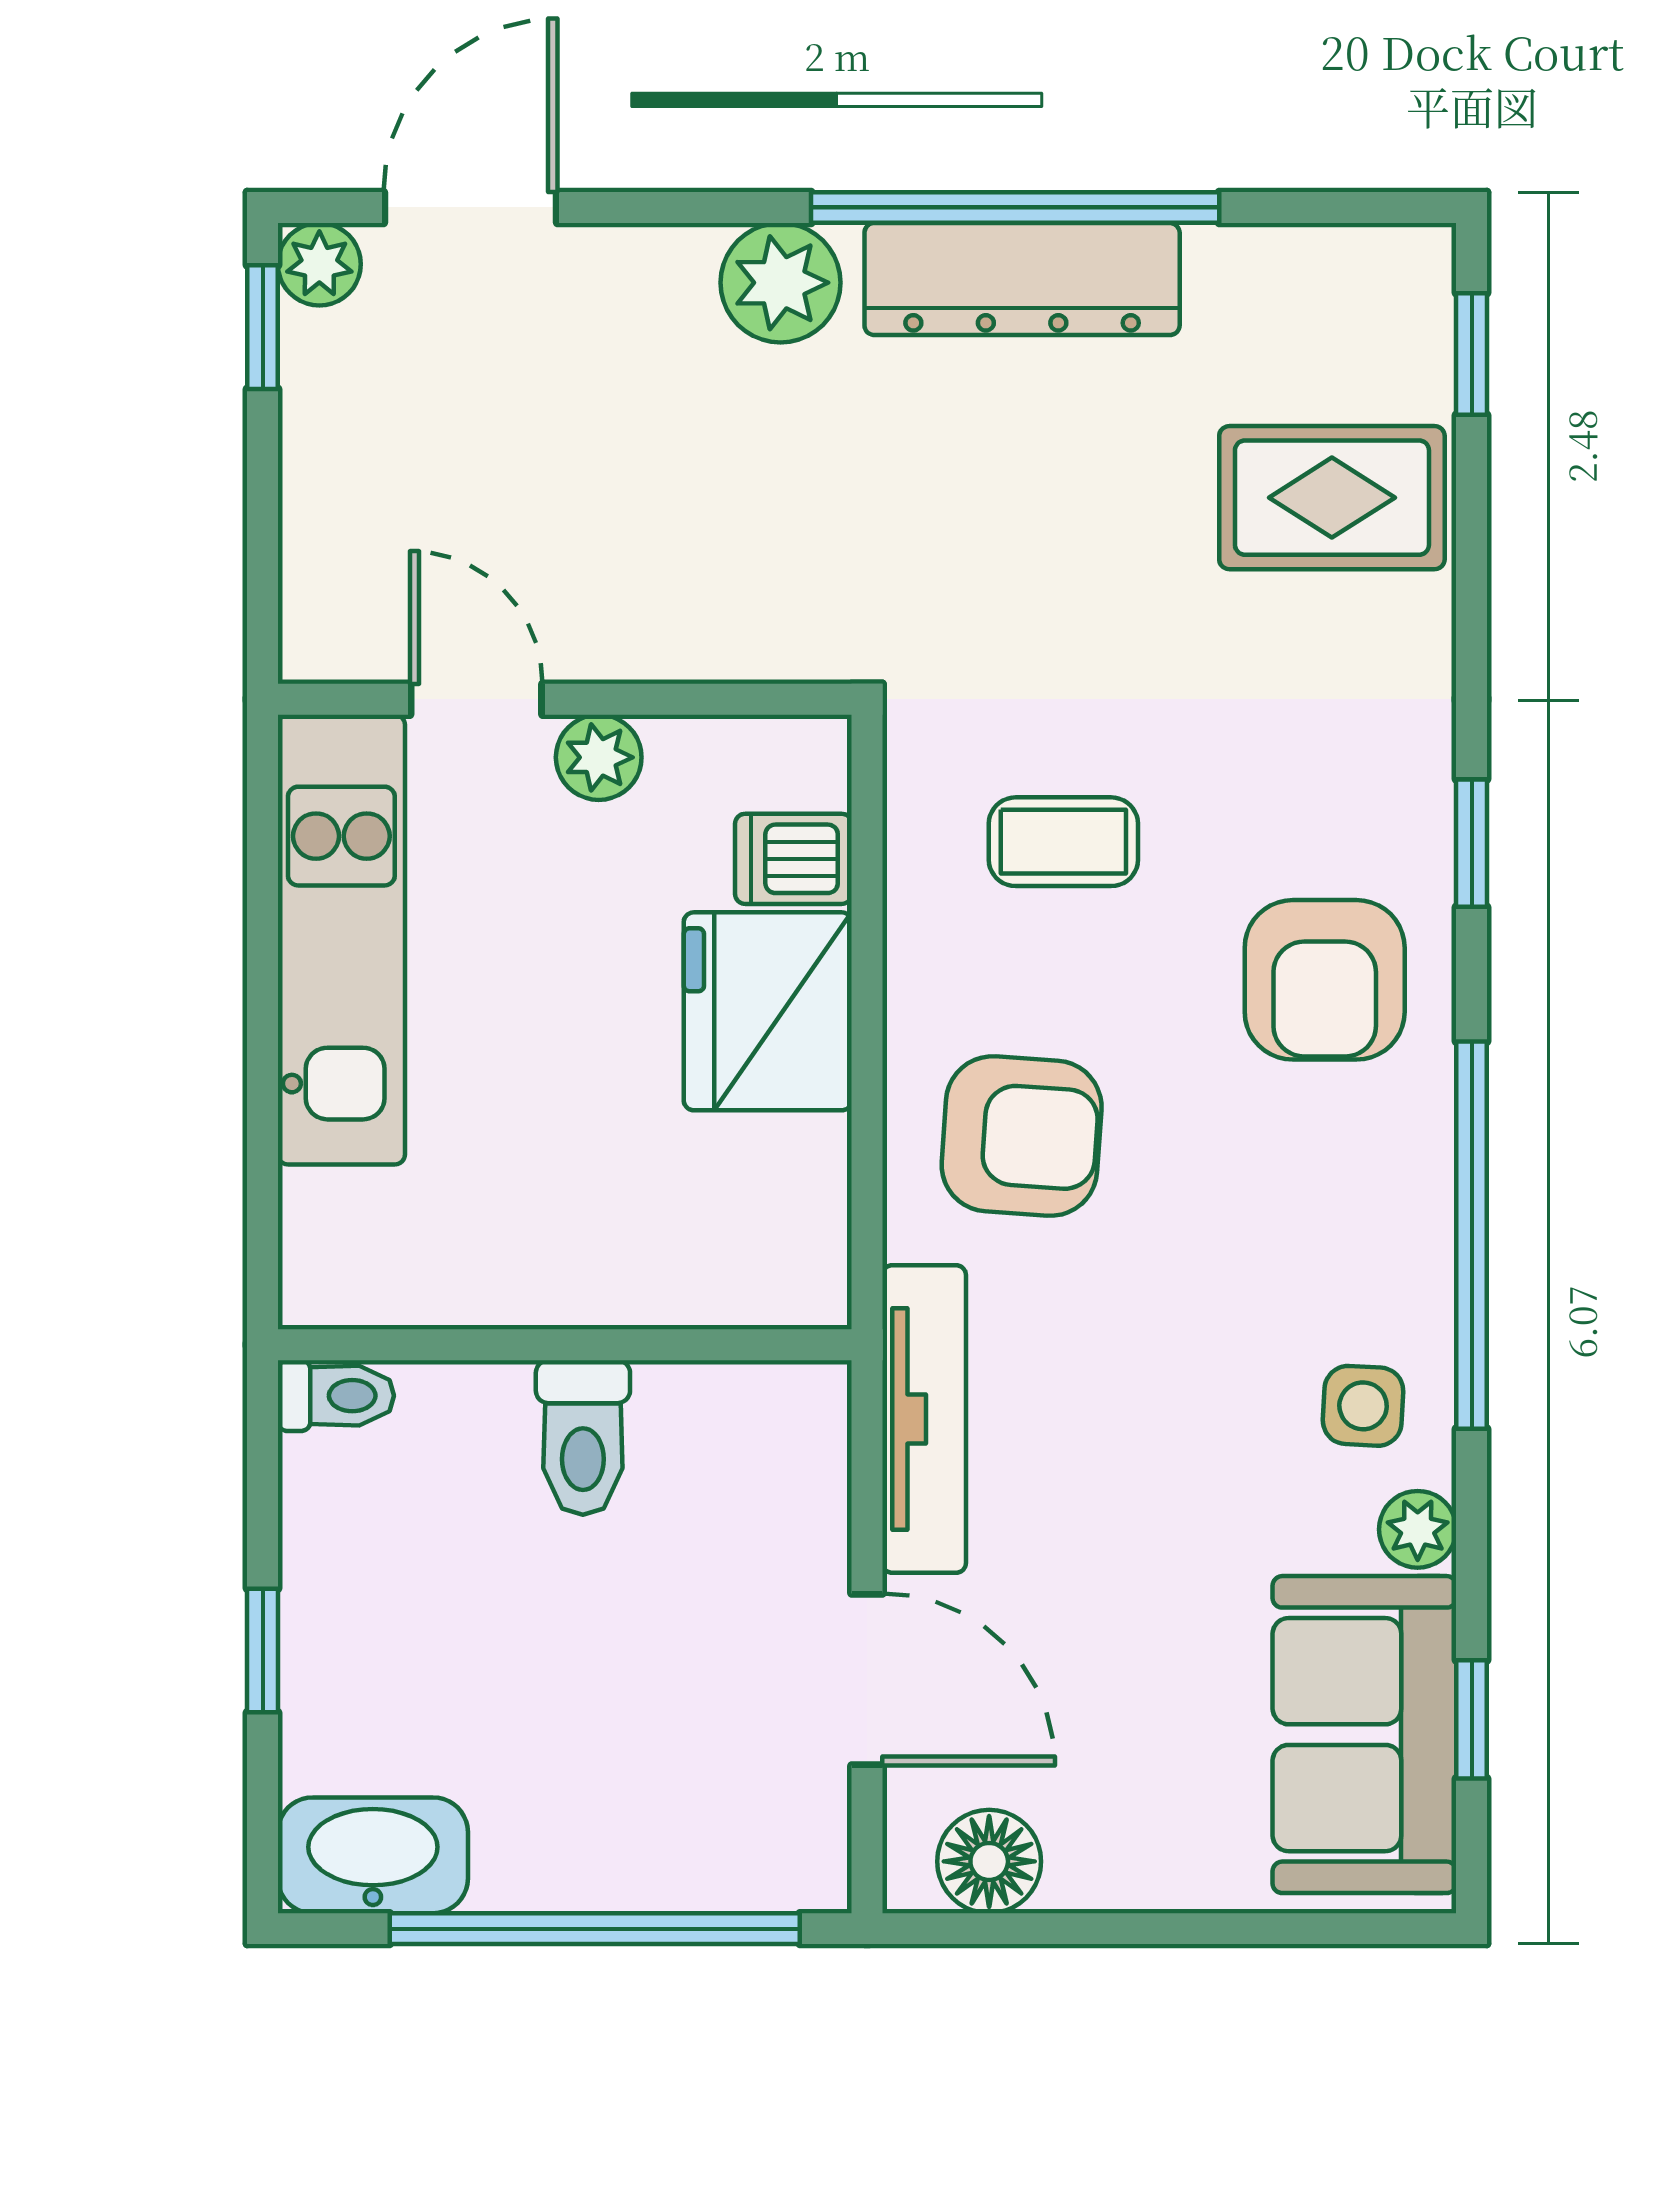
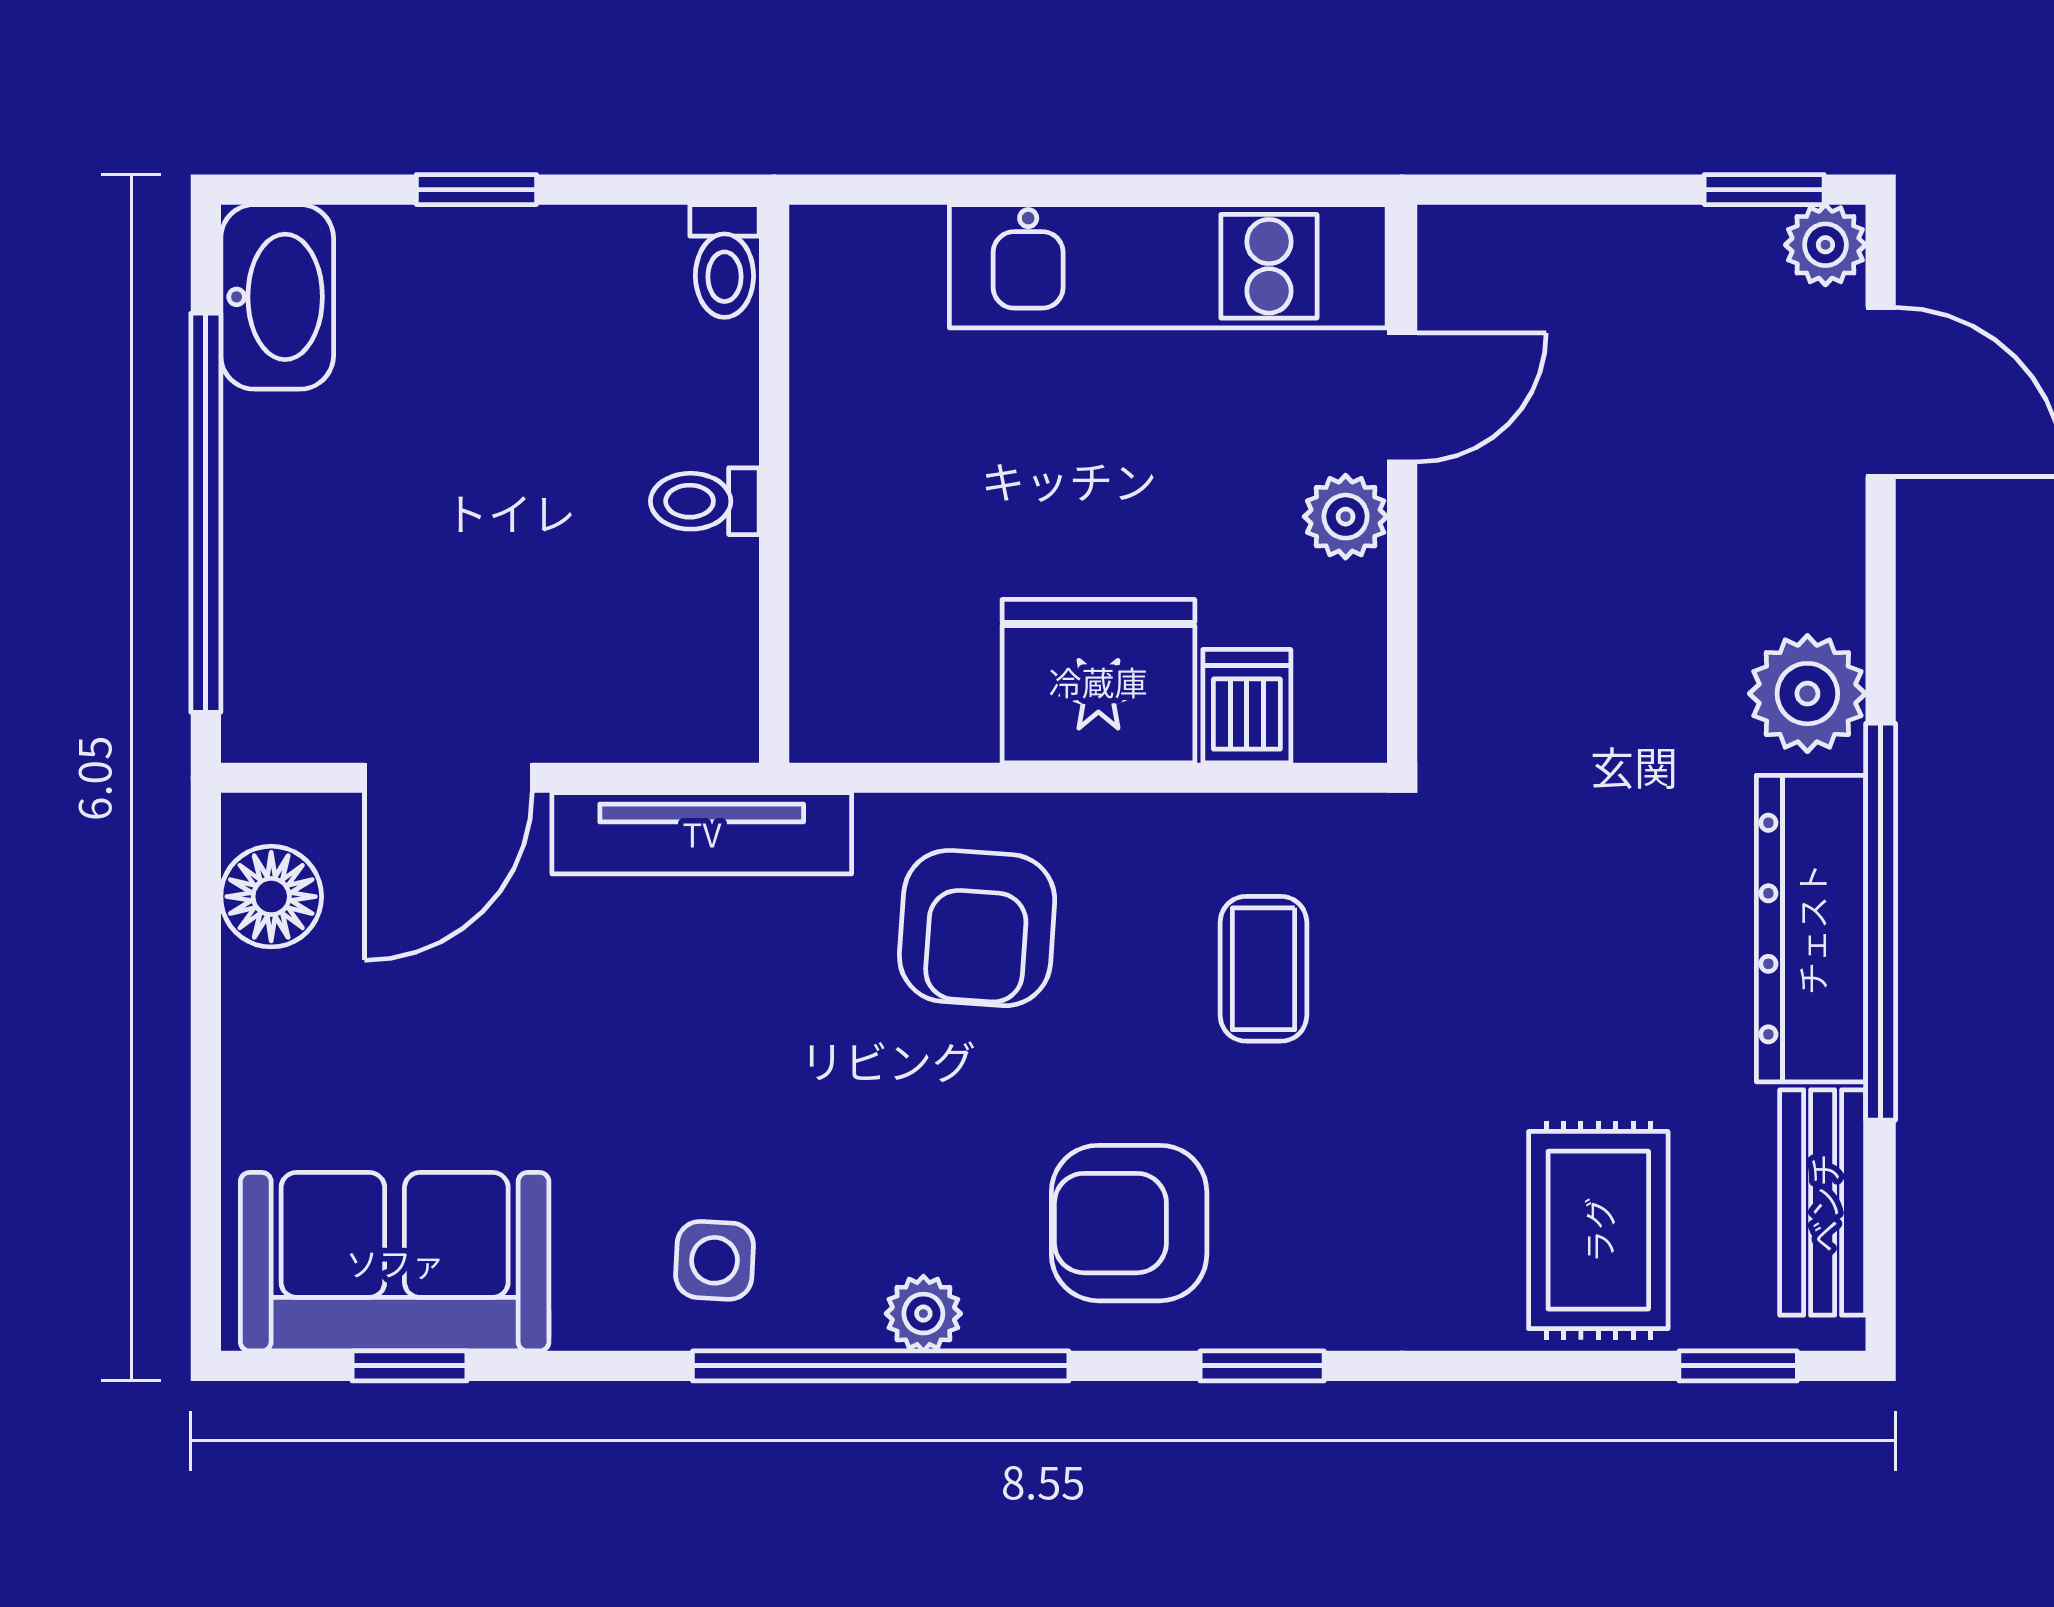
bench: (1304, 267) -> (1823, 1203), added
toilet: (583, 1437) -> (705, 501), width x0.73, depth x0.72
plant: (1418, 1529) -> (923, 1314), moved

